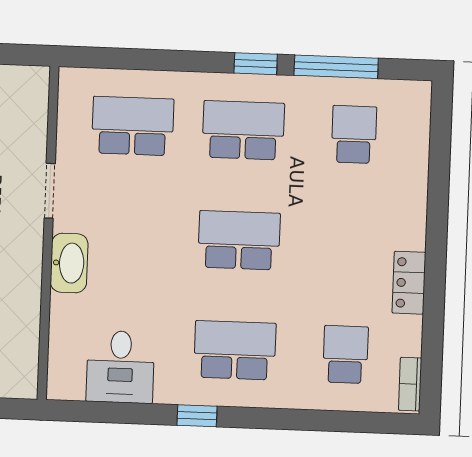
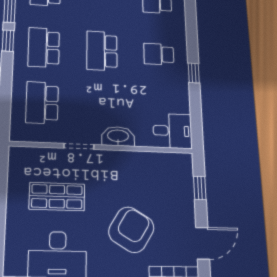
school desk: (235, 350) -> (159, 54), width x0.54
desk: (120, 367) -> (173, 131), moved

